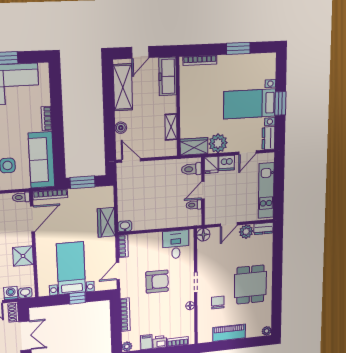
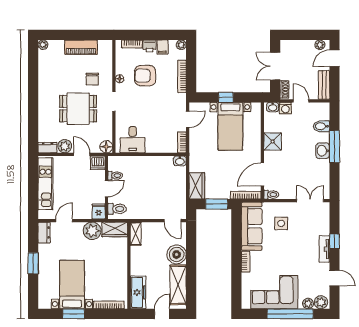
bed with nightstands: (250, 104) -> (72, 284), moved, turned -90
shelving: (171, 127) -> (136, 234), moved
boiler: (121, 128) -> (177, 254), width x1.86, depth x1.86
dishwasher: (227, 163) -> (98, 163), moved, turned 180
wardrobe: (106, 222) -> (197, 186), moved
door: (229, 224) -> (82, 154), hinge flipped
armchair: (157, 282) -> (145, 76), moved
dining table: (250, 285) -> (78, 109), moved, turned 90

